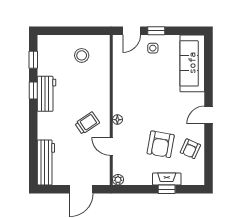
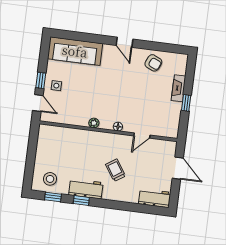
stool: (82, 55) -> (50, 179), moved
trolley: (87, 123) -> (115, 170), moved
armchair: (161, 144) -> (146, 90), removed
workbench: (46, 162) -> (155, 198), width x0.73
plant: (118, 180) -> (94, 123), moved
window: (167, 189) -> (186, 103), moved

